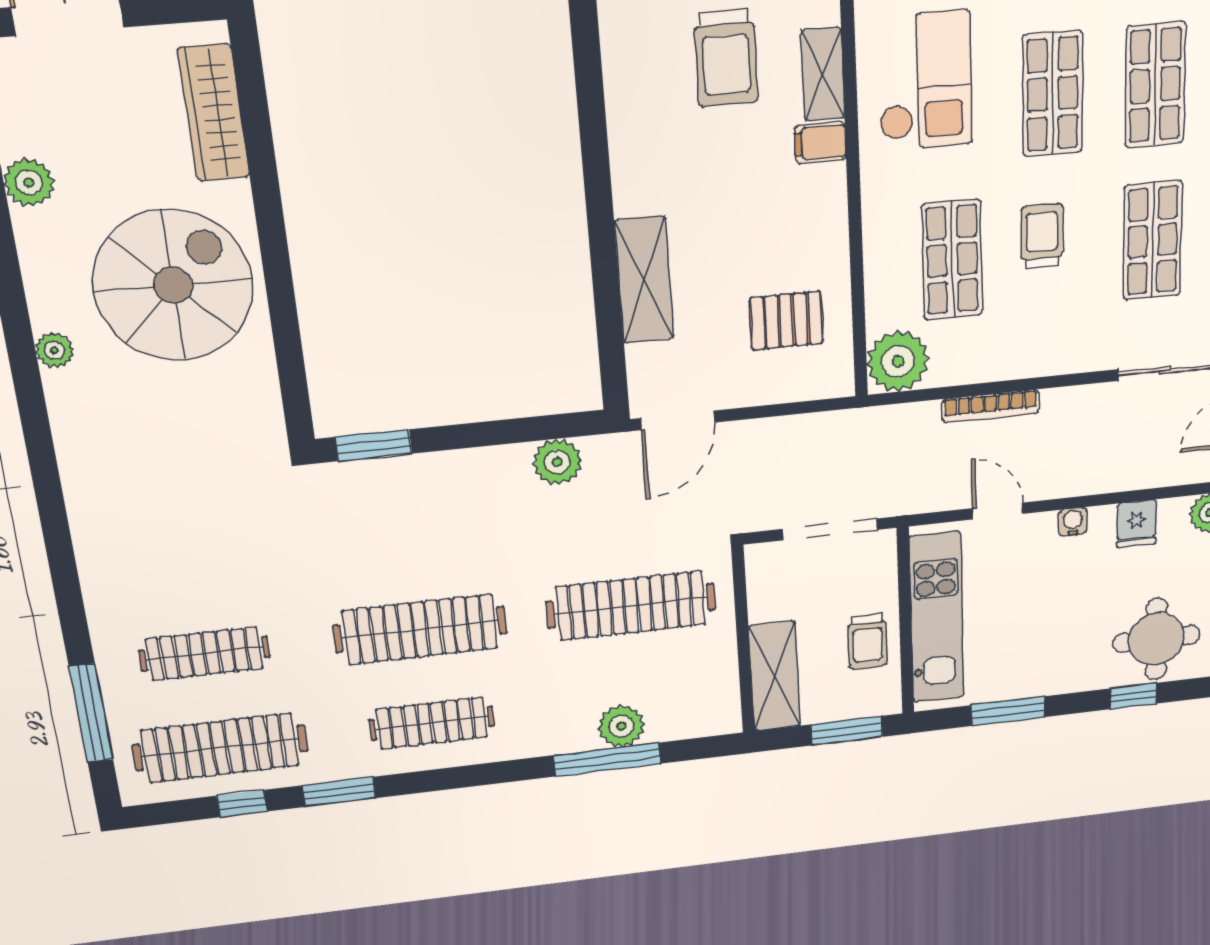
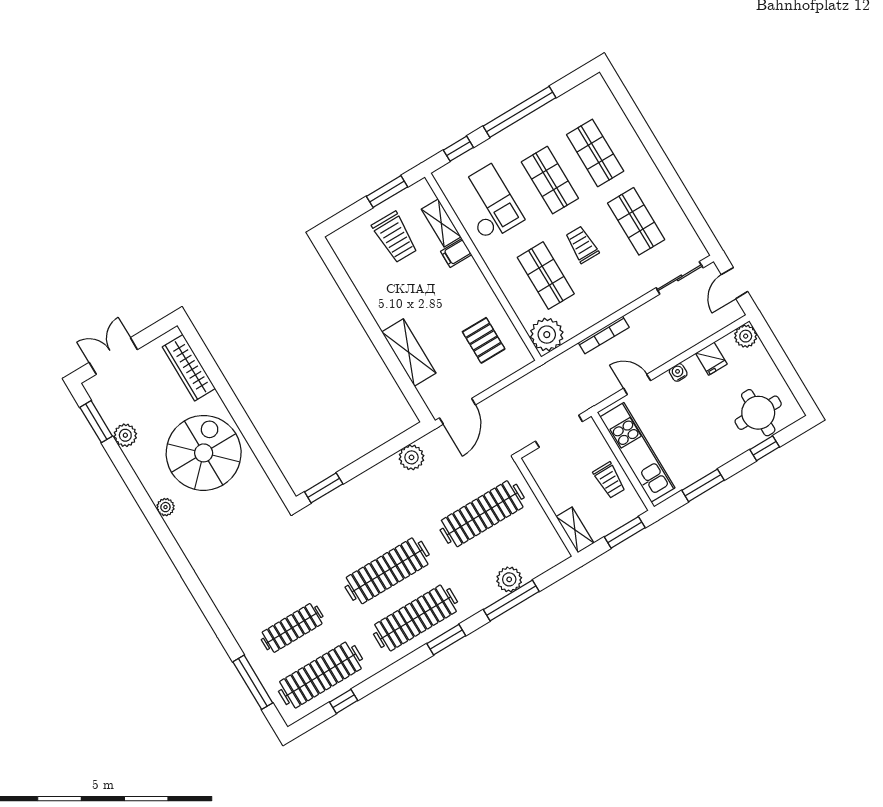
pallet: (786, 321) -> (484, 340), turned 90
shelving: (775, 676) -> (575, 530), width x0.67, depth x0.75
clothes rail: (432, 723) -> (415, 618), width x1.37, depth x1.31
window: (339, 792) -> (446, 640), moved

